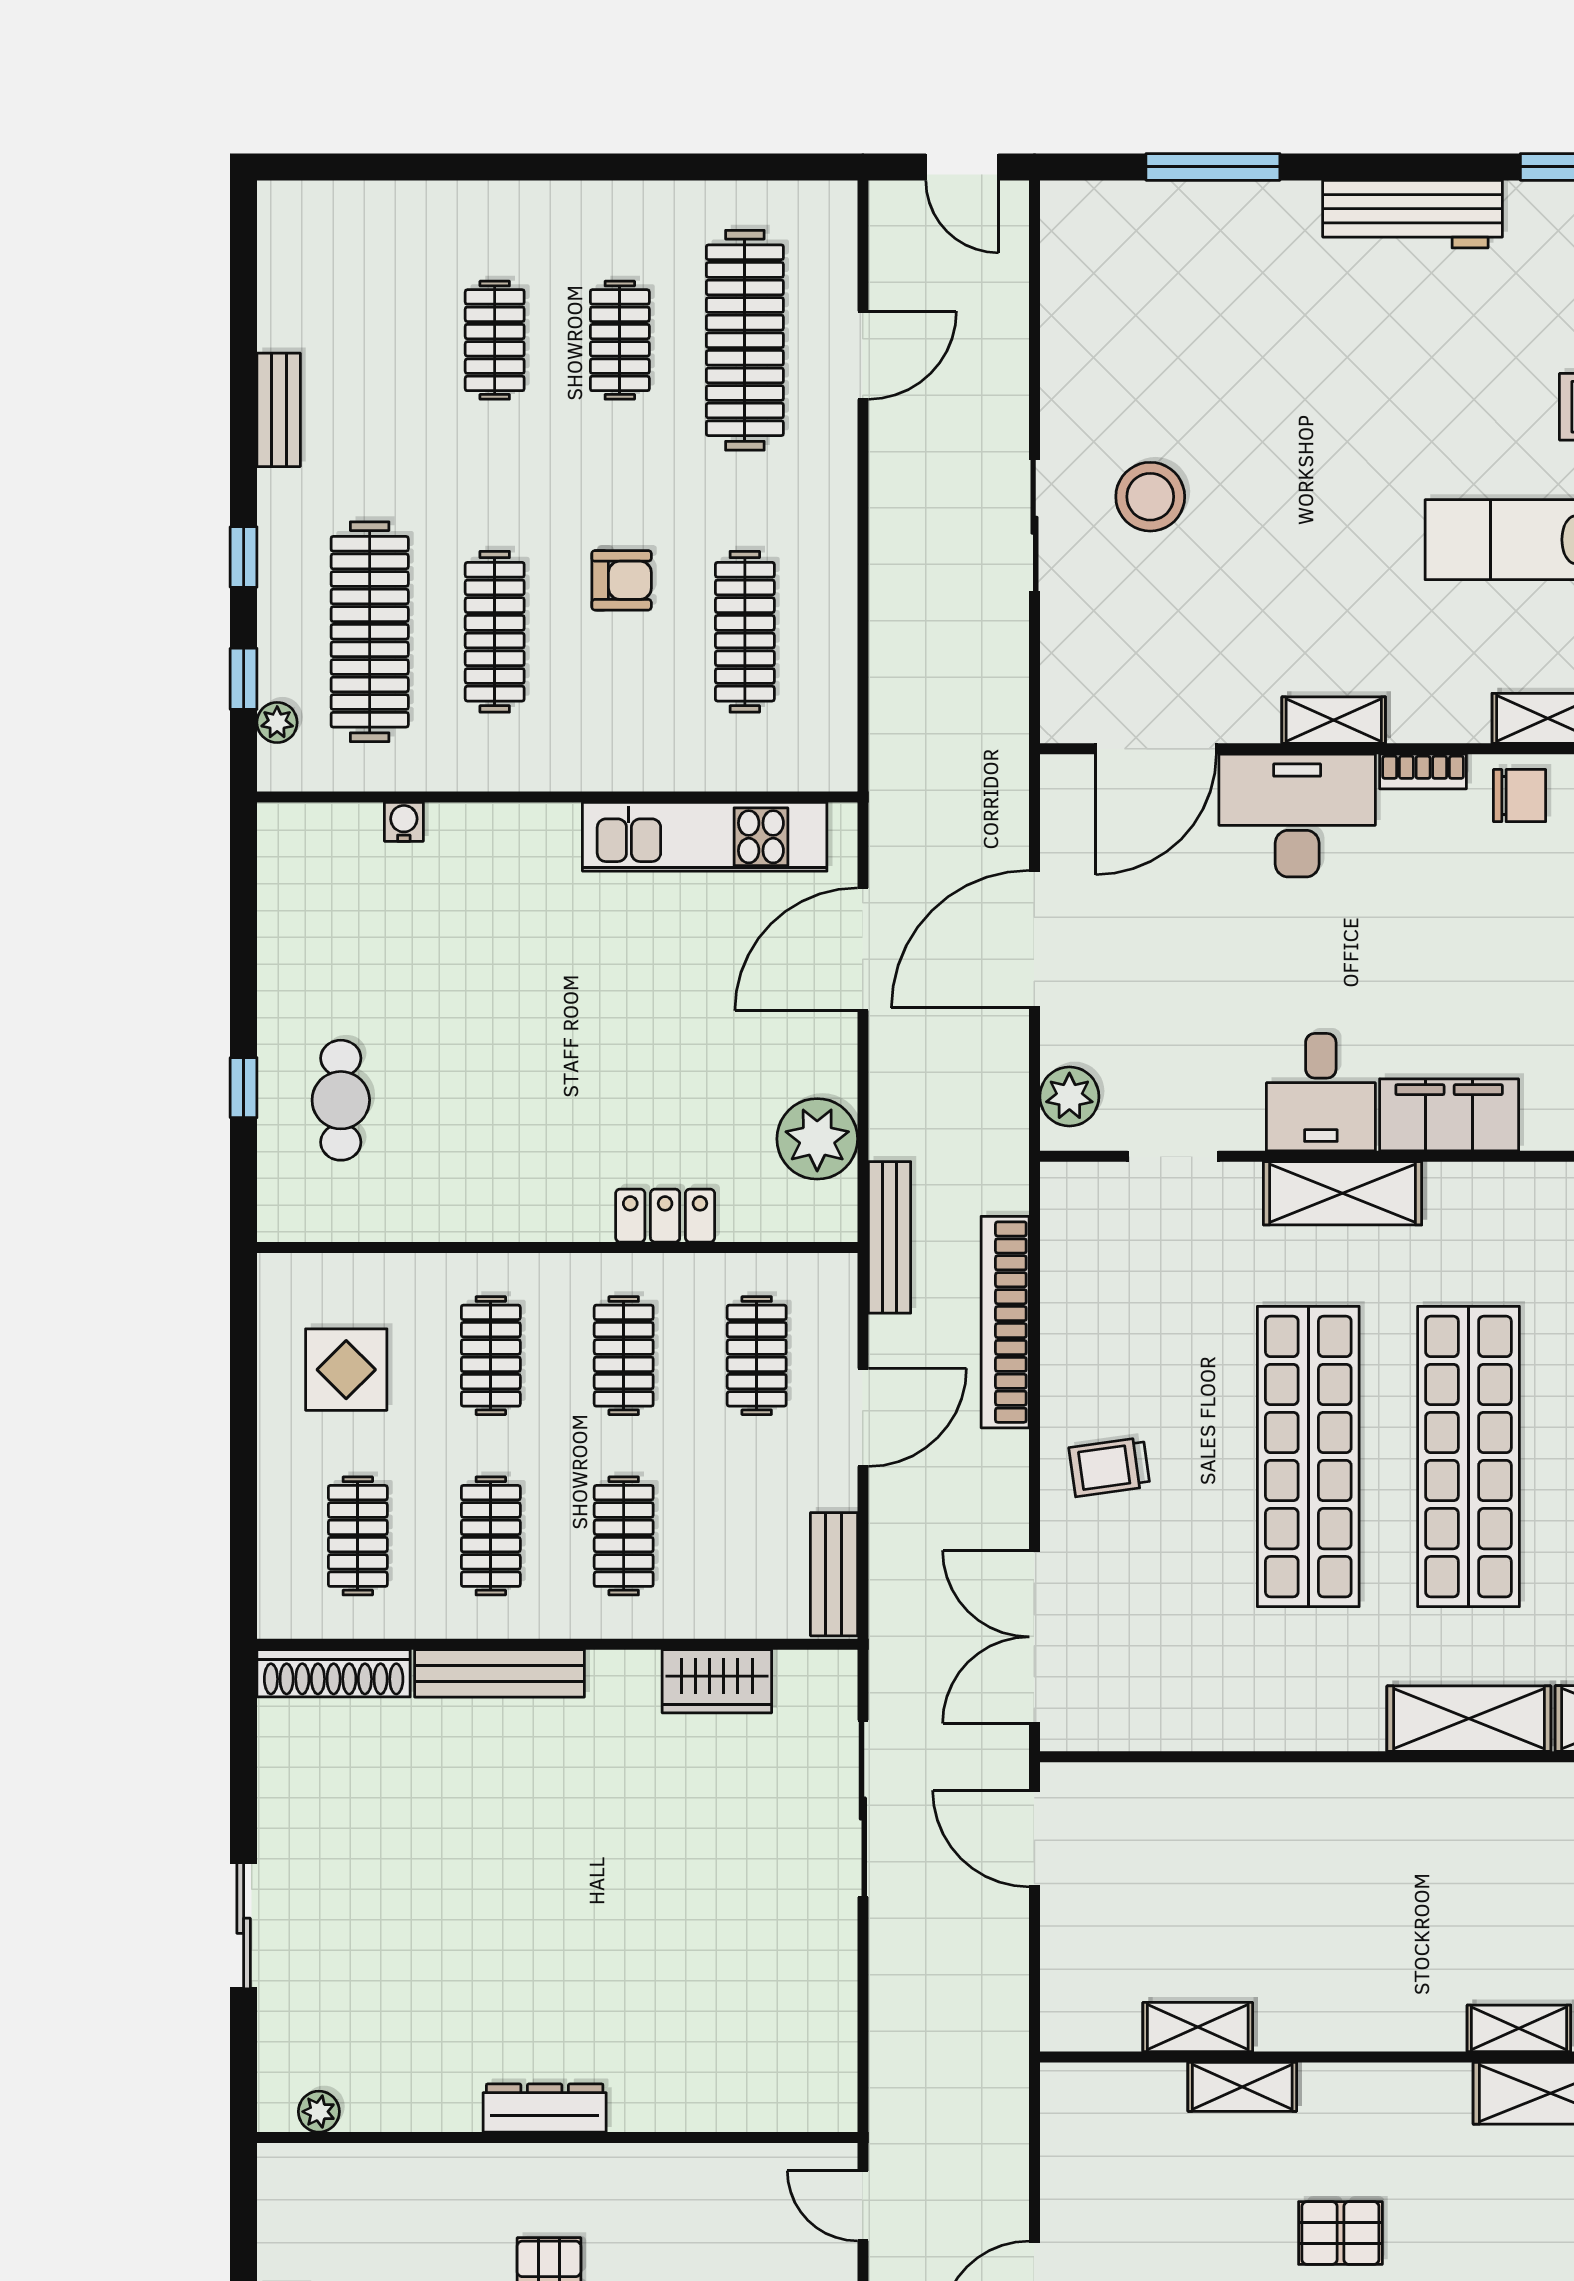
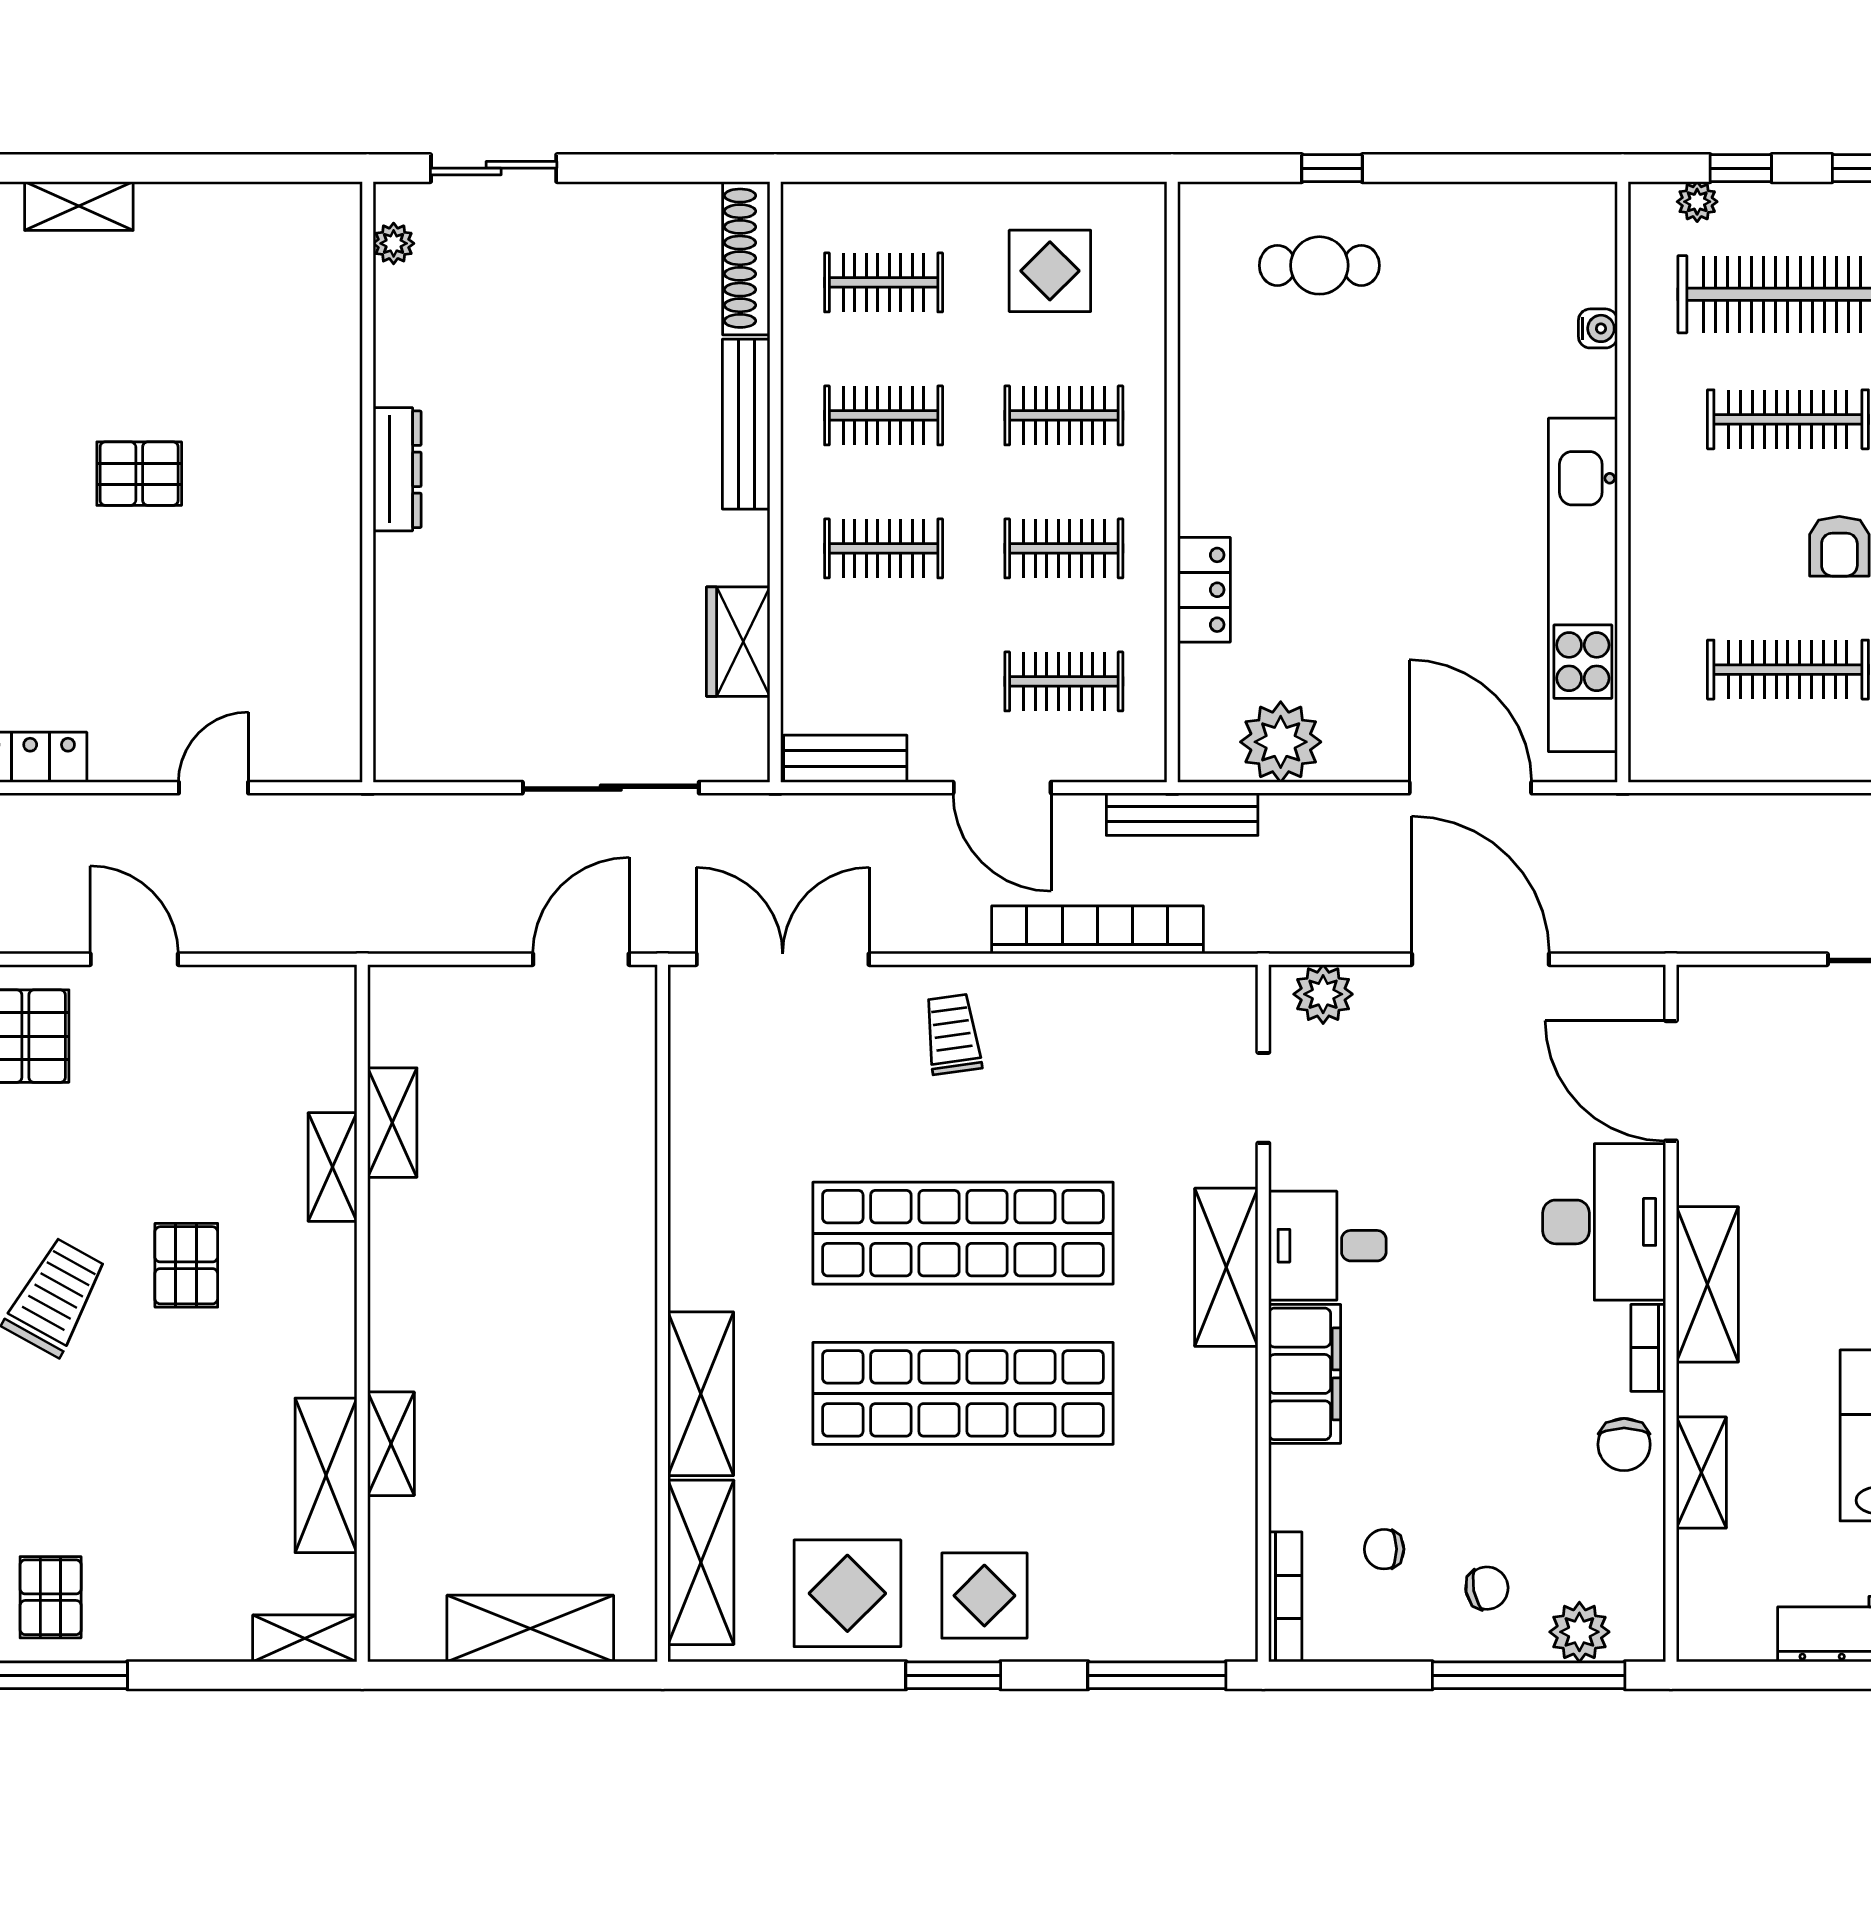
shelving: (1334, 720) -> (1707, 1284), width x1.50, depth x1.33
kitchen unit: (705, 837) -> (1583, 585), width x1.36
dresser: (545, 2108) -> (397, 469), moved
plant: (319, 2112) -> (394, 243), moved
wall: (557, 2138) -> (368, 482), moved

